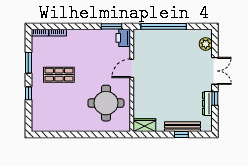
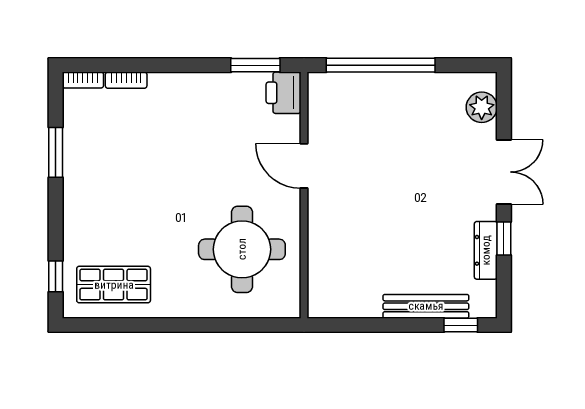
door: (132, 68) -> (304, 166), hinge flipped
shop shelf: (59, 75) -> (114, 285), moved
window: (28, 93) -> (56, 276), moved
wardrobe: (144, 125) -> (334, 303), removed
window: (181, 135) -> (461, 325), moved

